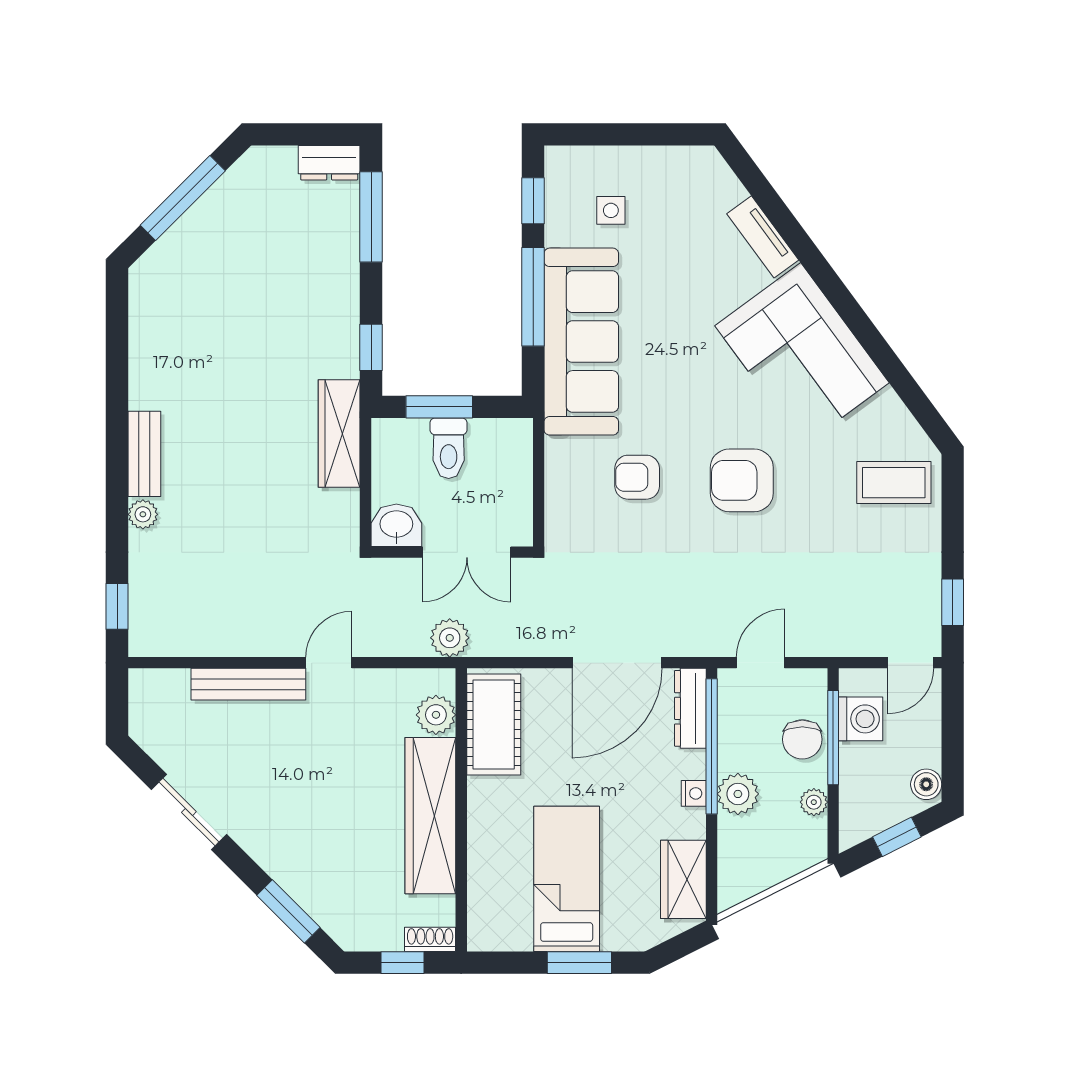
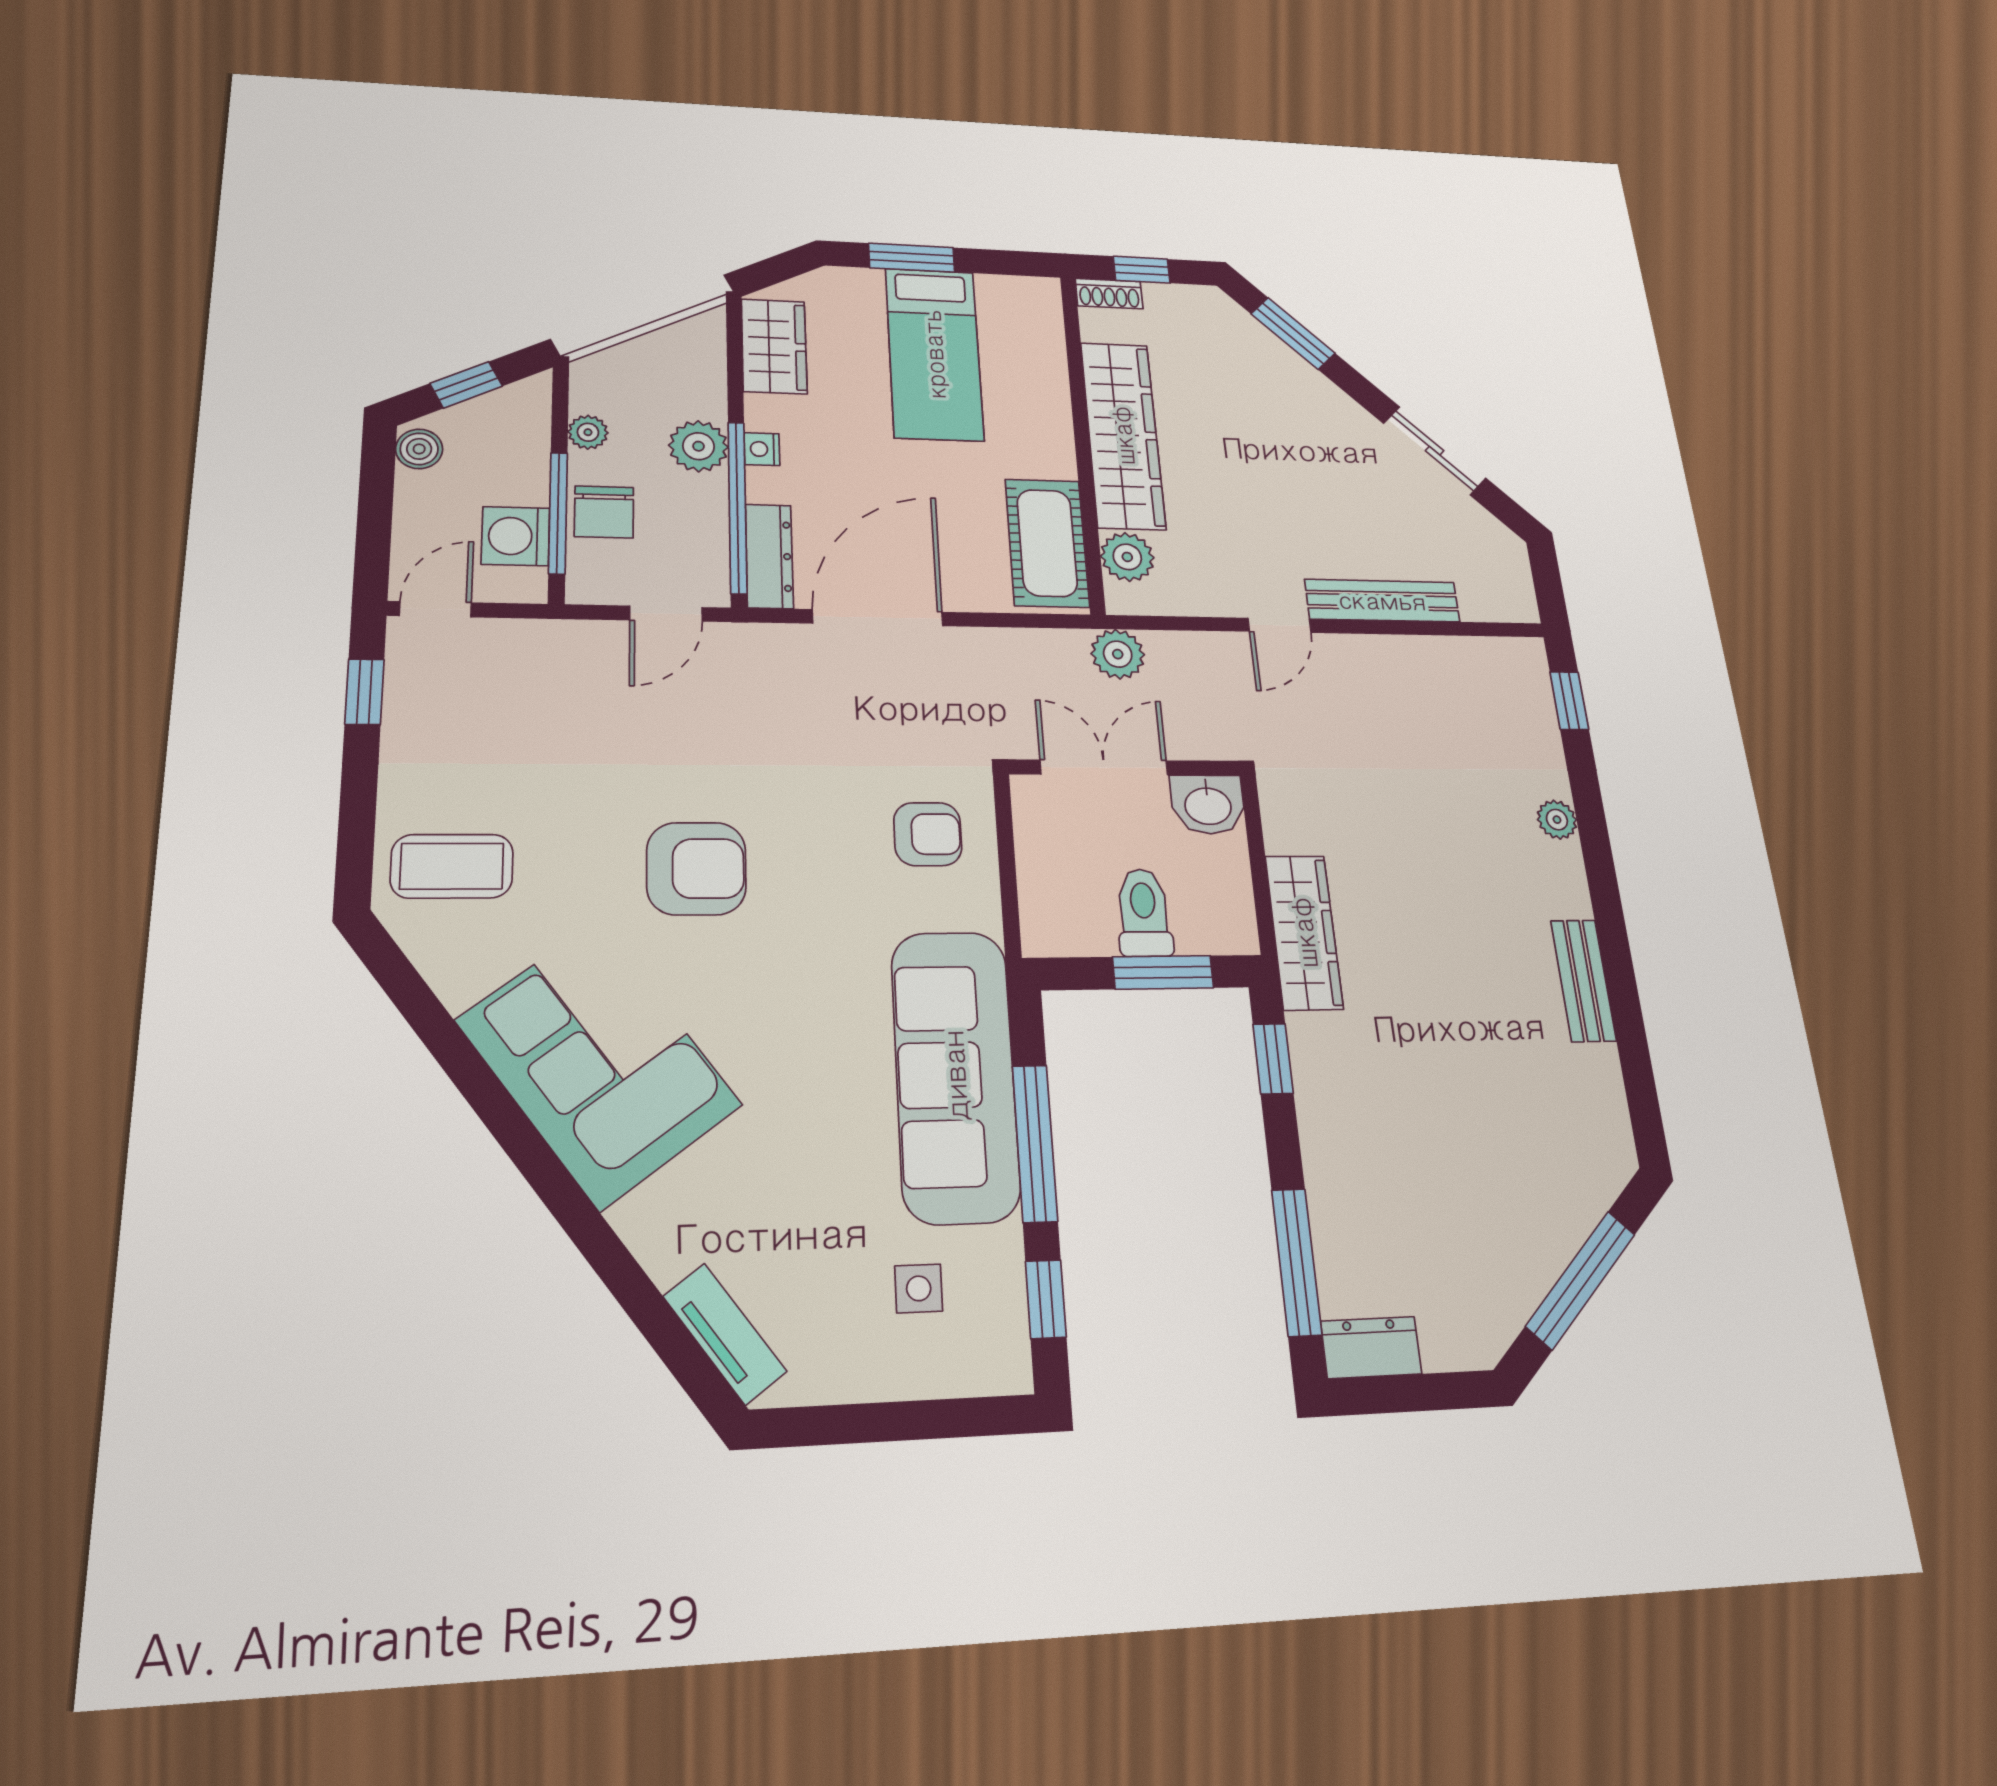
tv unit: (763, 237) -> (725, 1334), moved
bench: (144, 454) -> (1583, 980), moved
armchair: (637, 477) -> (928, 834), moved
chair: (802, 739) -> (604, 512), turned 180

